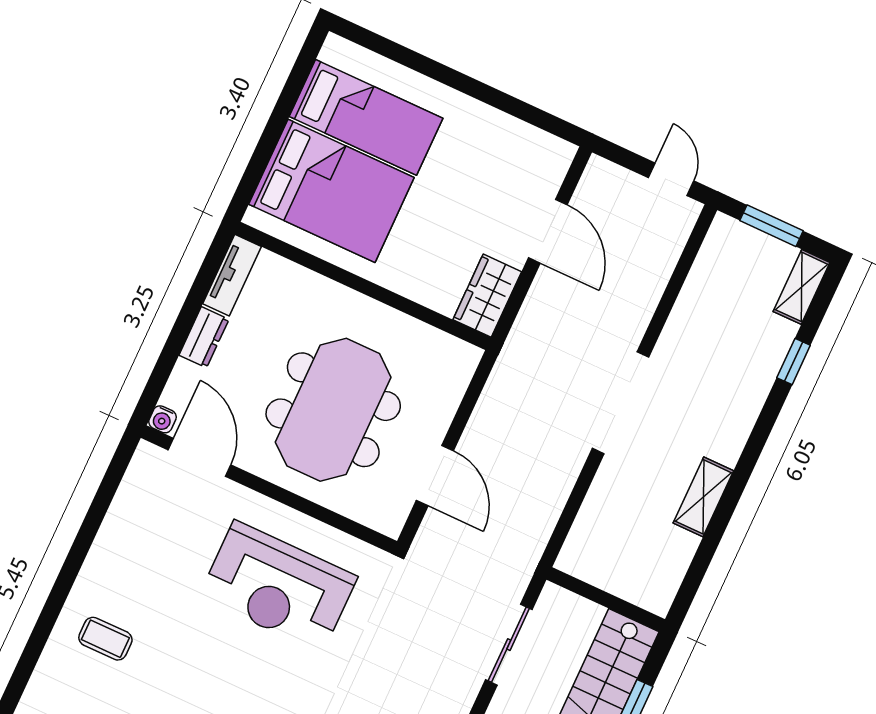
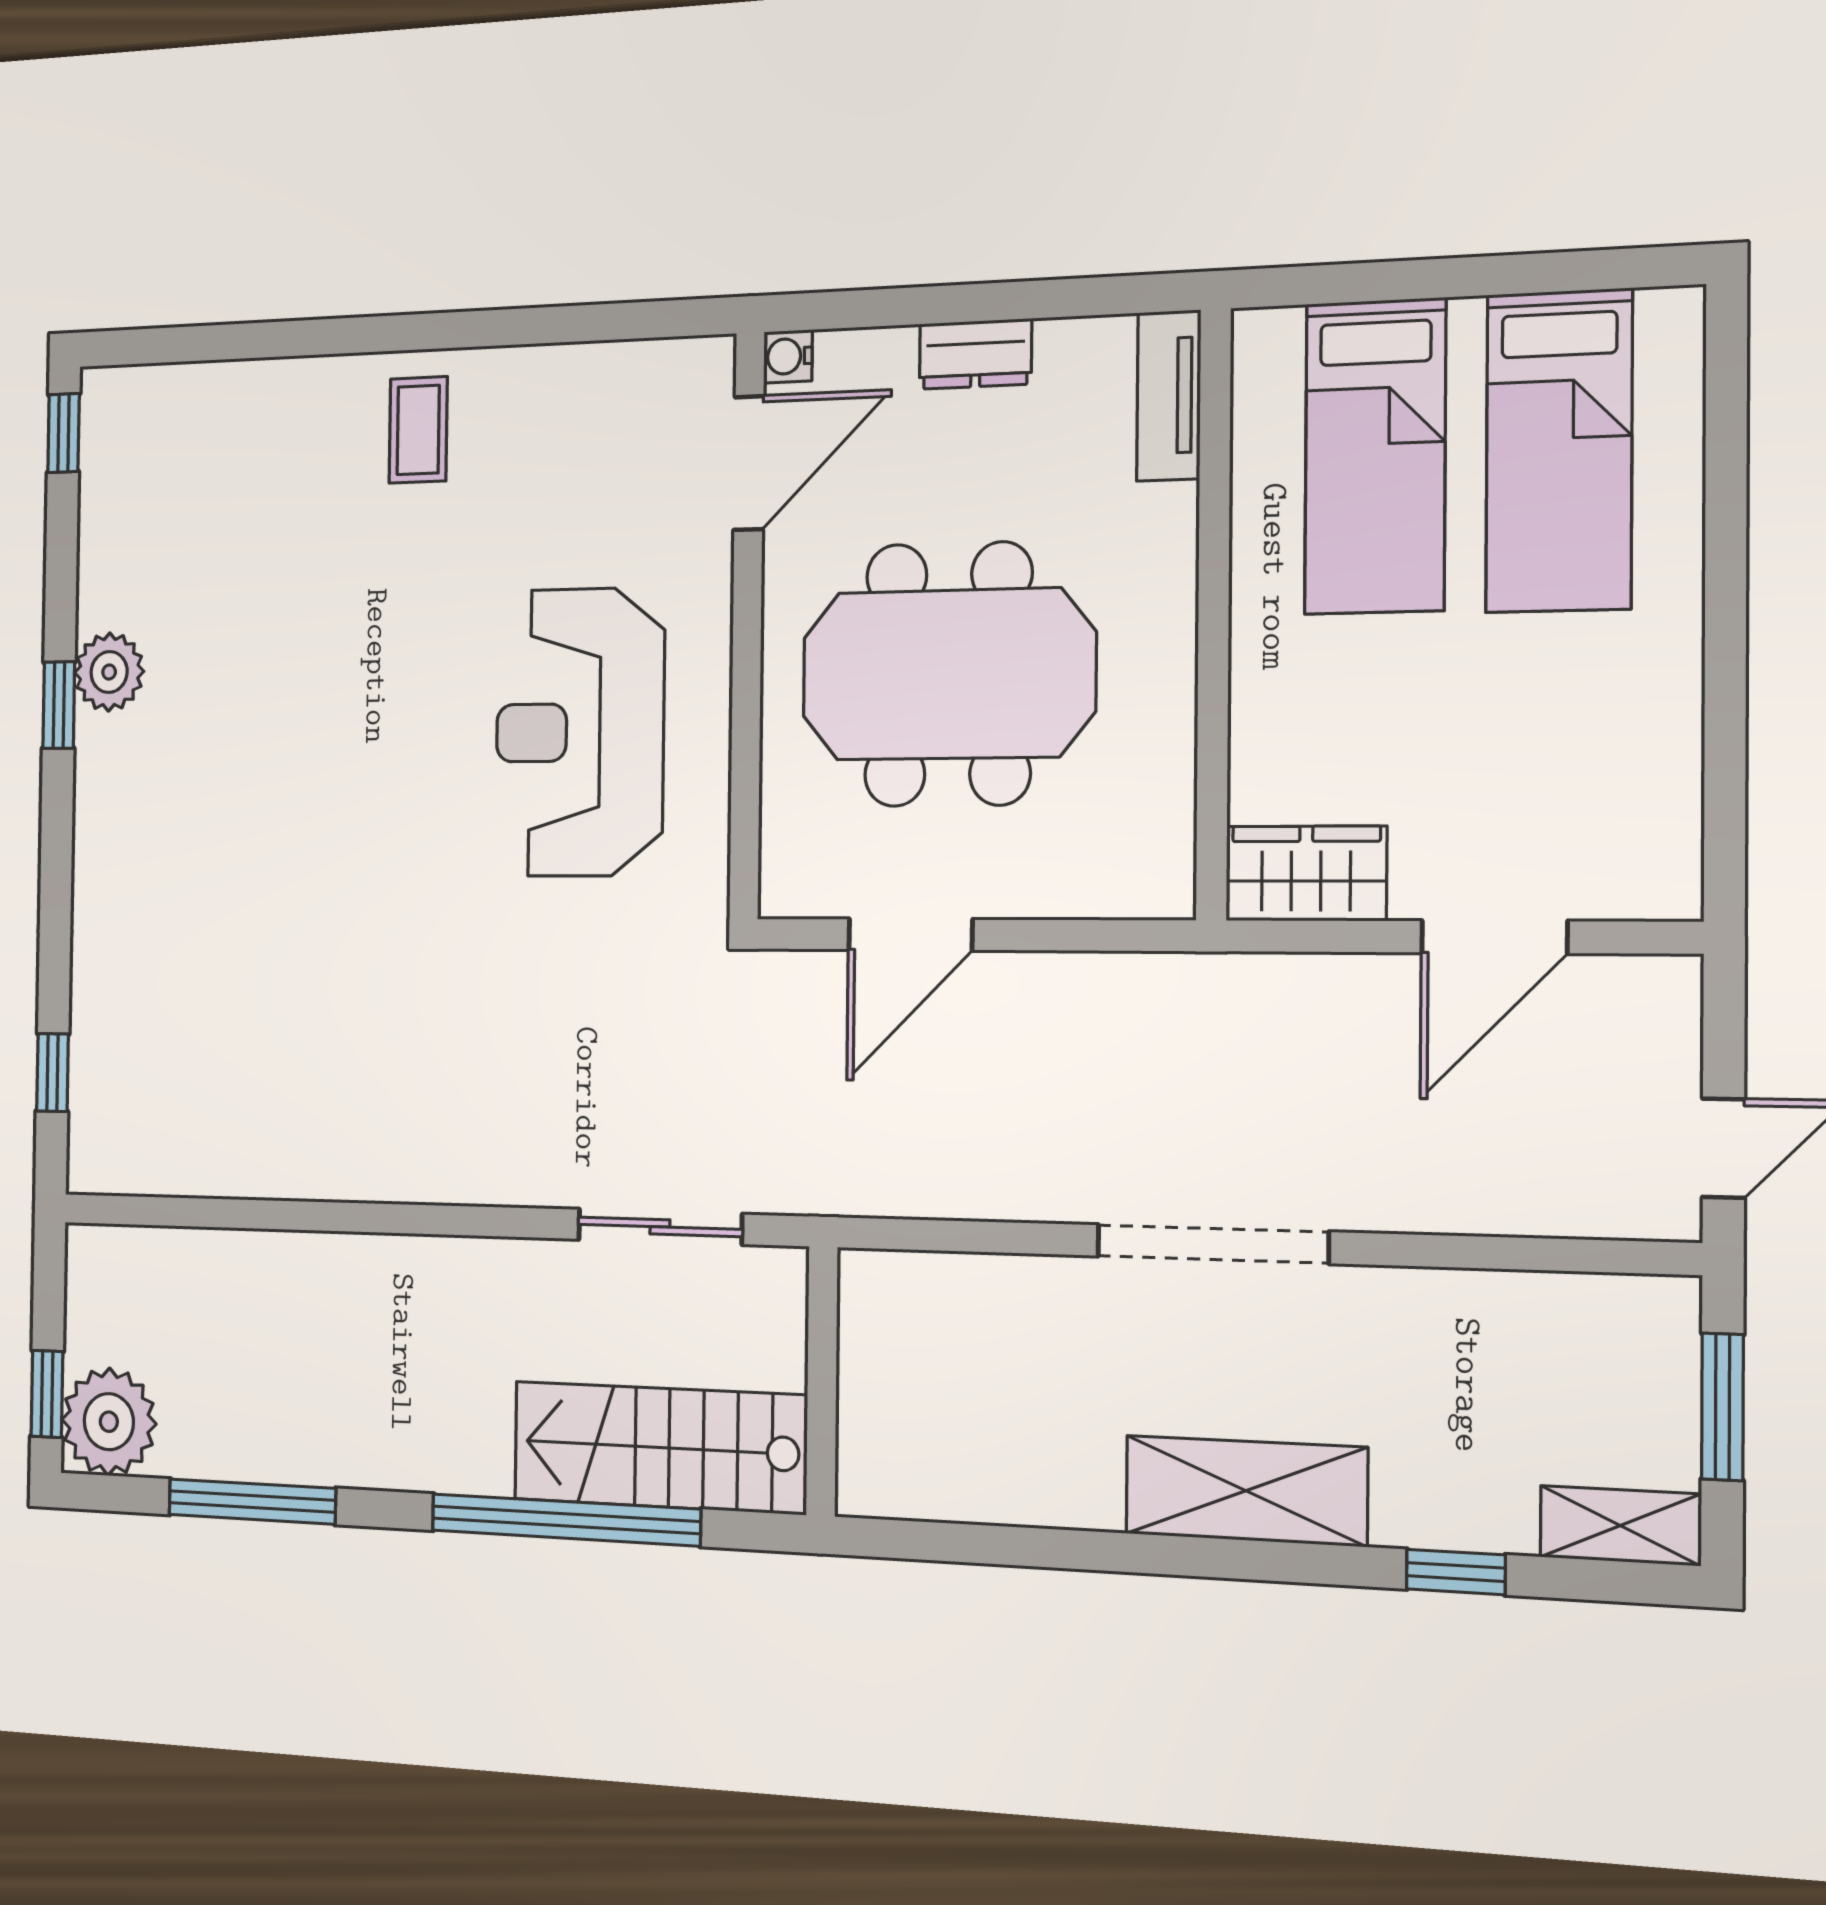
bed: (331, 191) -> (1375, 456), width x0.67
tv unit: (232, 275) -> (1169, 396), moved, turned 90
shelving: (703, 497) -> (1246, 1491), moved, width x1.50, depth x1.33
coffee table: (105, 639) -> (418, 430), moved

